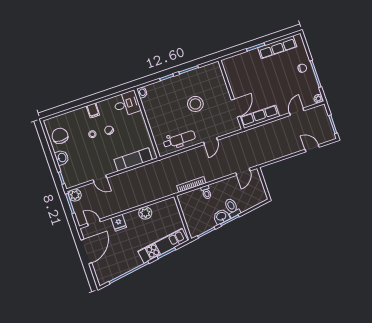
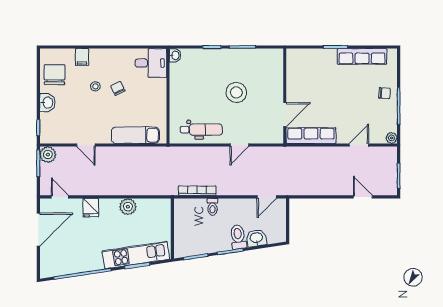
filing cabinet: (93, 110) -> (82, 57), moved
washbasin: (221, 217) -> (256, 238), moved

